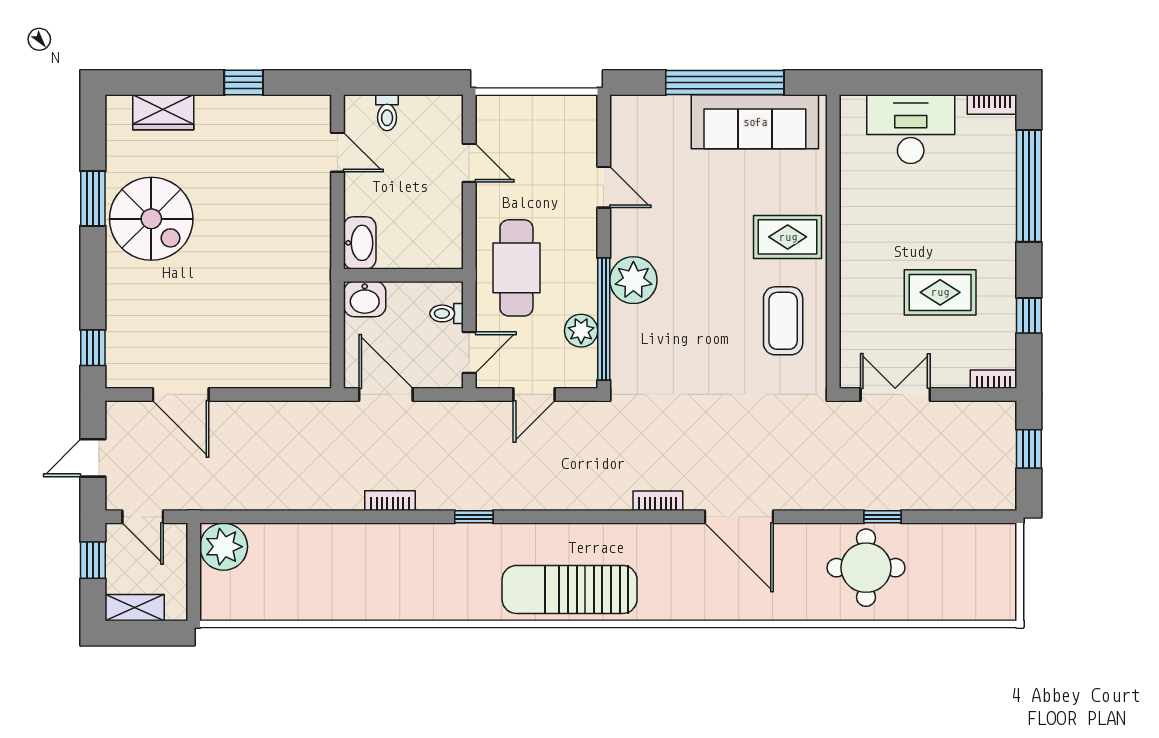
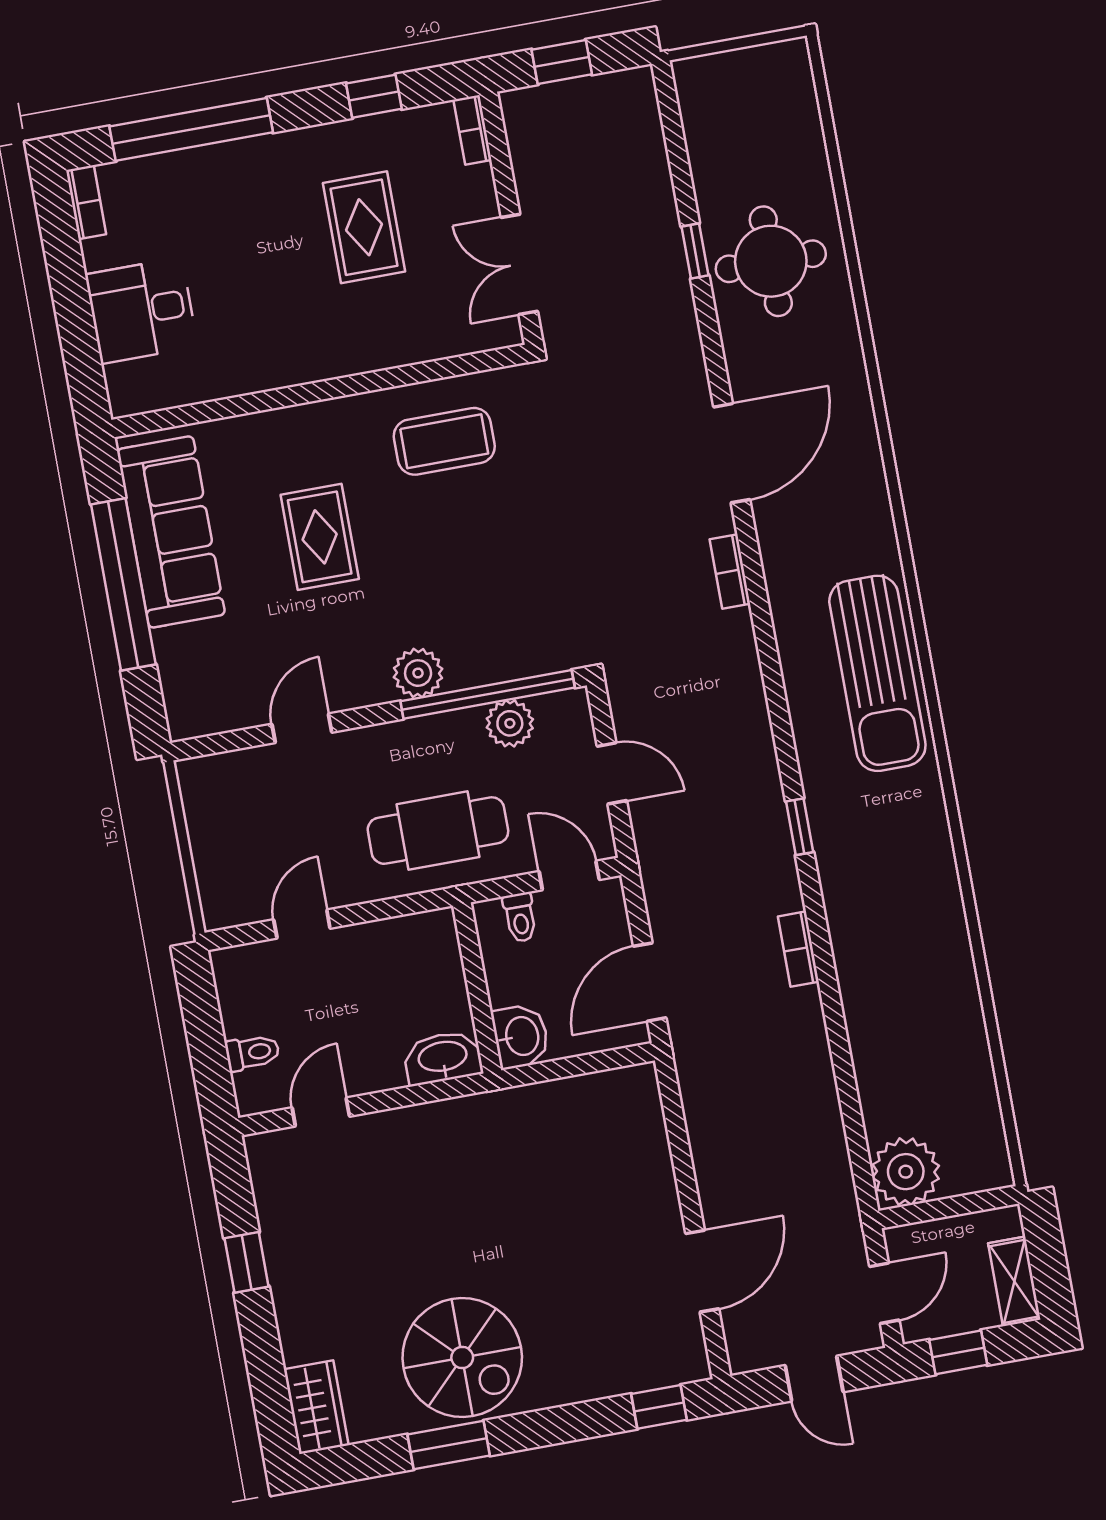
wardrobe: (163, 112) -> (316, 1407), moved
desk: (911, 129) -> (142, 310), width x0.73
spiral stairs: (151, 219) -> (462, 1358), turned 90
rug: (788, 237) -> (320, 537), moved
plant: (633, 280) -> (418, 673), width x0.73, depth x0.73

